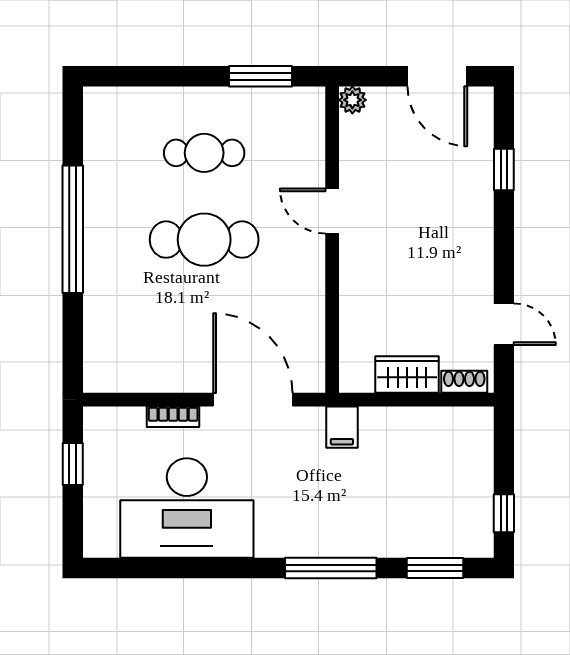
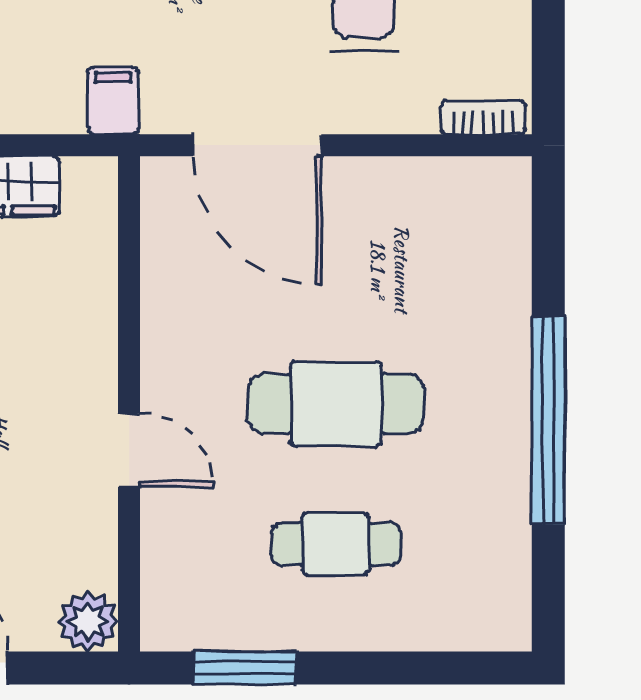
plant: (352, 100) -> (88, 621), width x1.38, depth x1.38
bookcase: (173, 417) -> (483, 118), moved
window: (73, 464) -> (548, 41), removed

